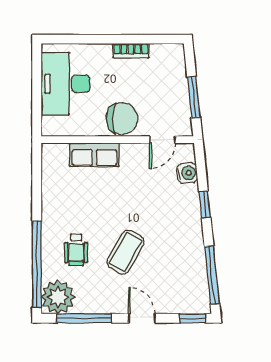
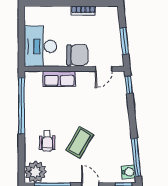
desk: (66, 84) -> (40, 46), moved
water cooler: (187, 173) -> (128, 172), moved
window: (205, 204) -> (129, 85), moved
window: (37, 264) -> (21, 106), moved

